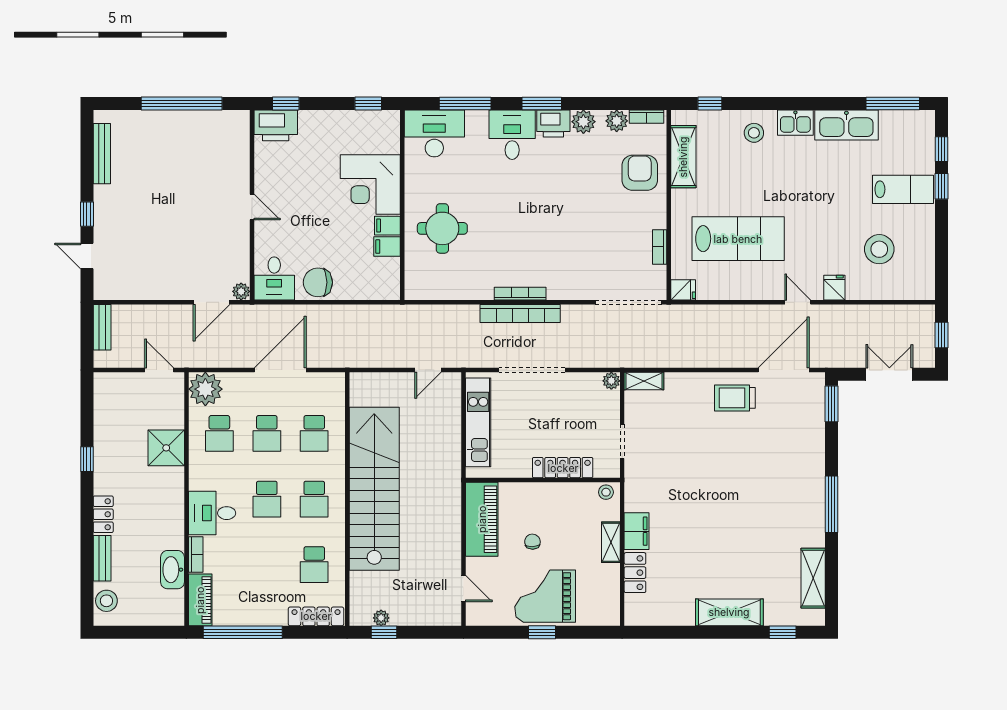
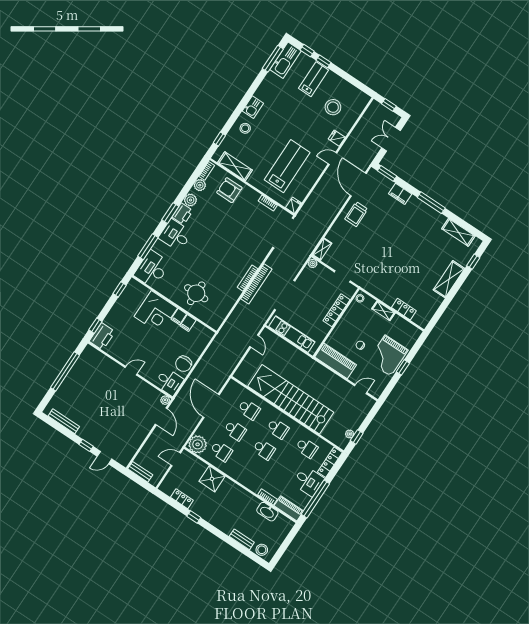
kitchen sink: (846, 125) -> (285, 60), moved
desk: (212, 513) -> (308, 481), moved, turned -90
locker: (103, 514) -> (182, 499), moved
filing cabinet: (637, 531) -> (400, 194), moved, turned 180

